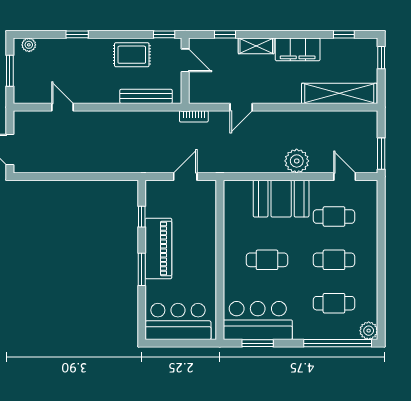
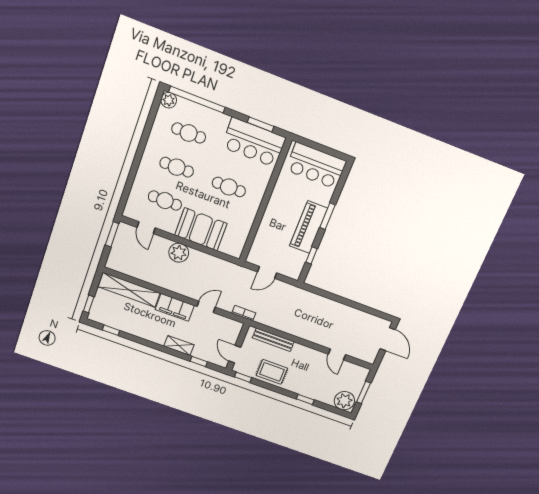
plant: (29, 45) -> (344, 401), width x1.88, depth x1.88
filing cabinet: (298, 49) -> (175, 307), moved, turned 180

